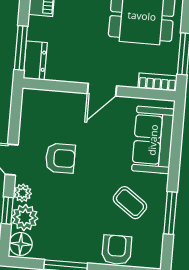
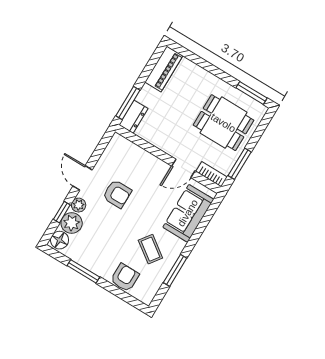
door: (102, 90) -> (183, 168), moved

